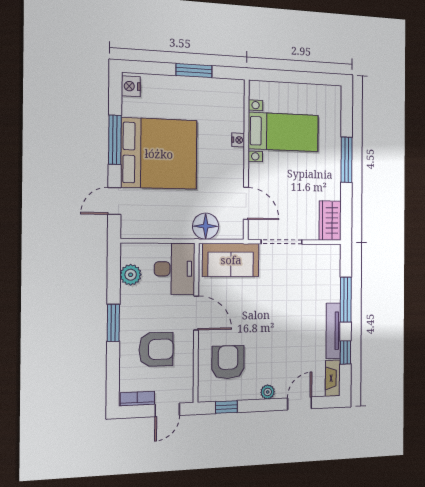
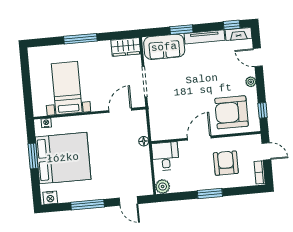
nightstand: (238, 140) -> (46, 123), moved
bed: (159, 154) -> (63, 158), moved, turned 90
floor lamp: (206, 226) -> (144, 141), width x0.53, depth x0.53
sofa: (231, 260) -> (164, 47), moved, turned 90
desk: (175, 269) -> (165, 156), width x0.73
plant: (131, 275) -> (163, 186), moved
window: (346, 300) -> (181, 30), width x0.69
window: (345, 352) -> (232, 25), moved
armchair: (228, 362) -> (232, 112), width x1.36, depth x1.36

